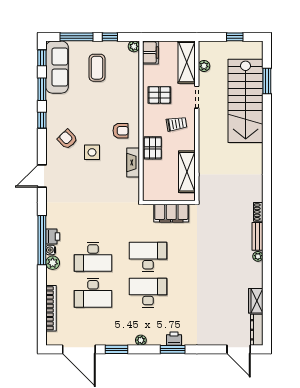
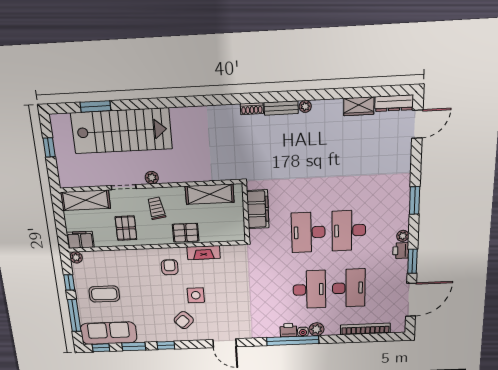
plant: (204, 66) -> (152, 178), moved
printer: (174, 339) -> (401, 251), moved

